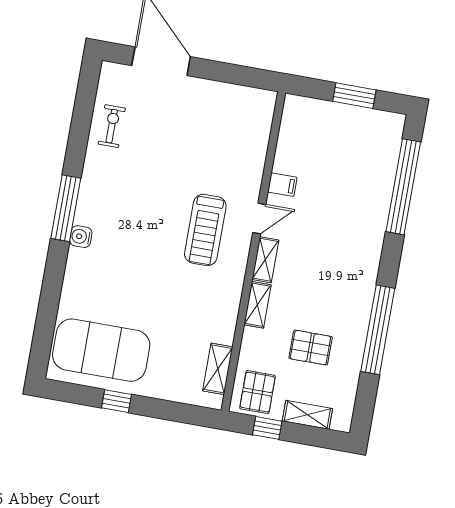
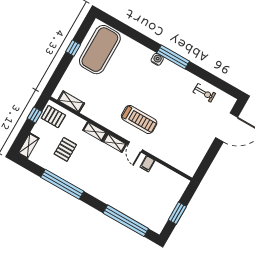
treadmill: (205, 230) -> (139, 119), turned 180
shelving: (307, 415) -> (29, 146), moved

